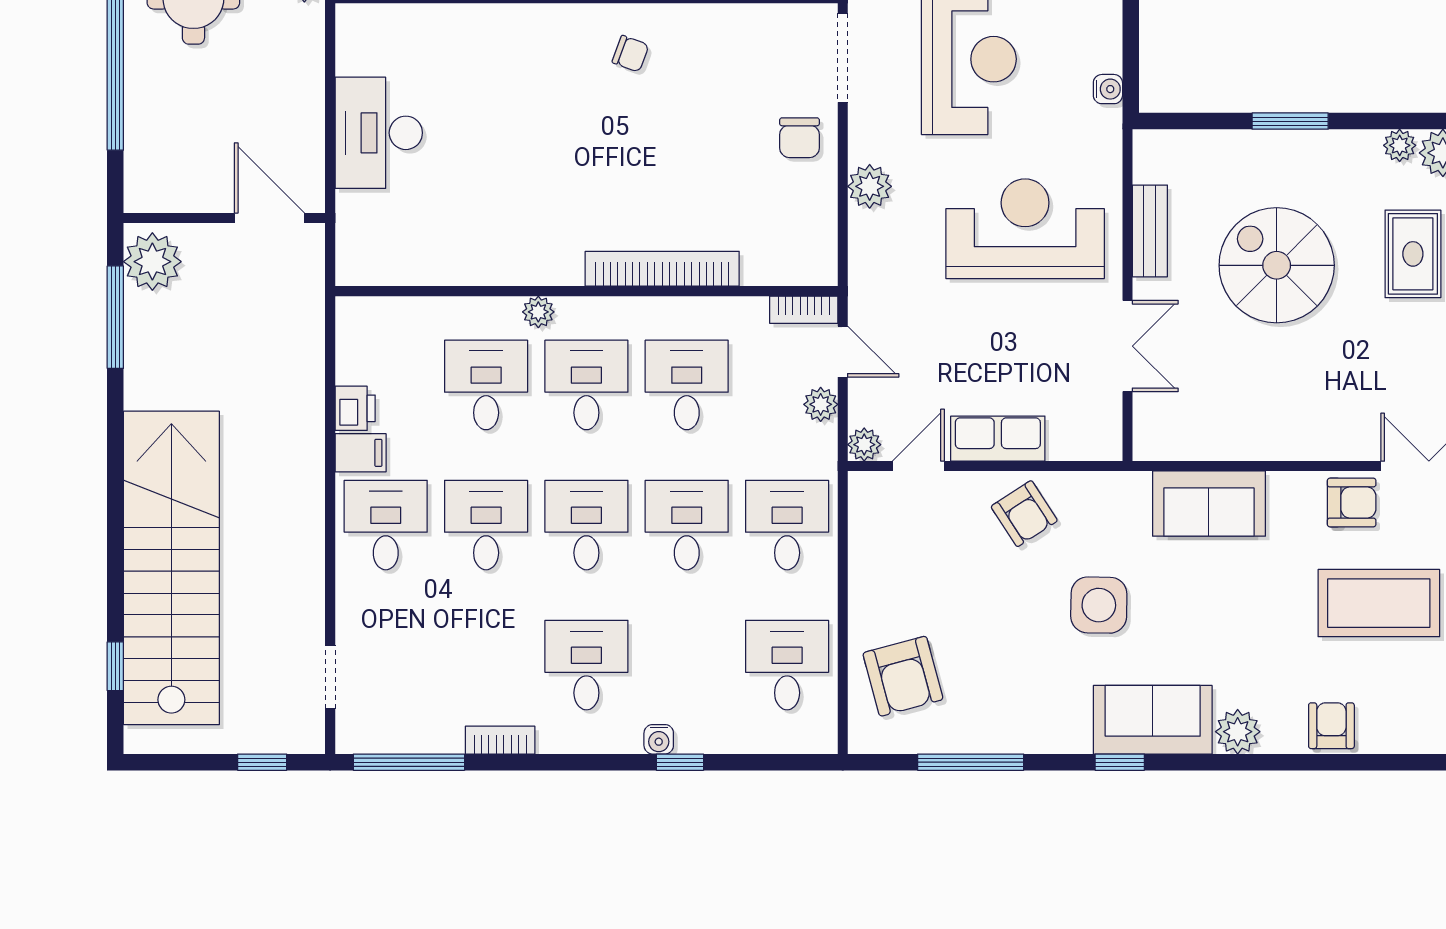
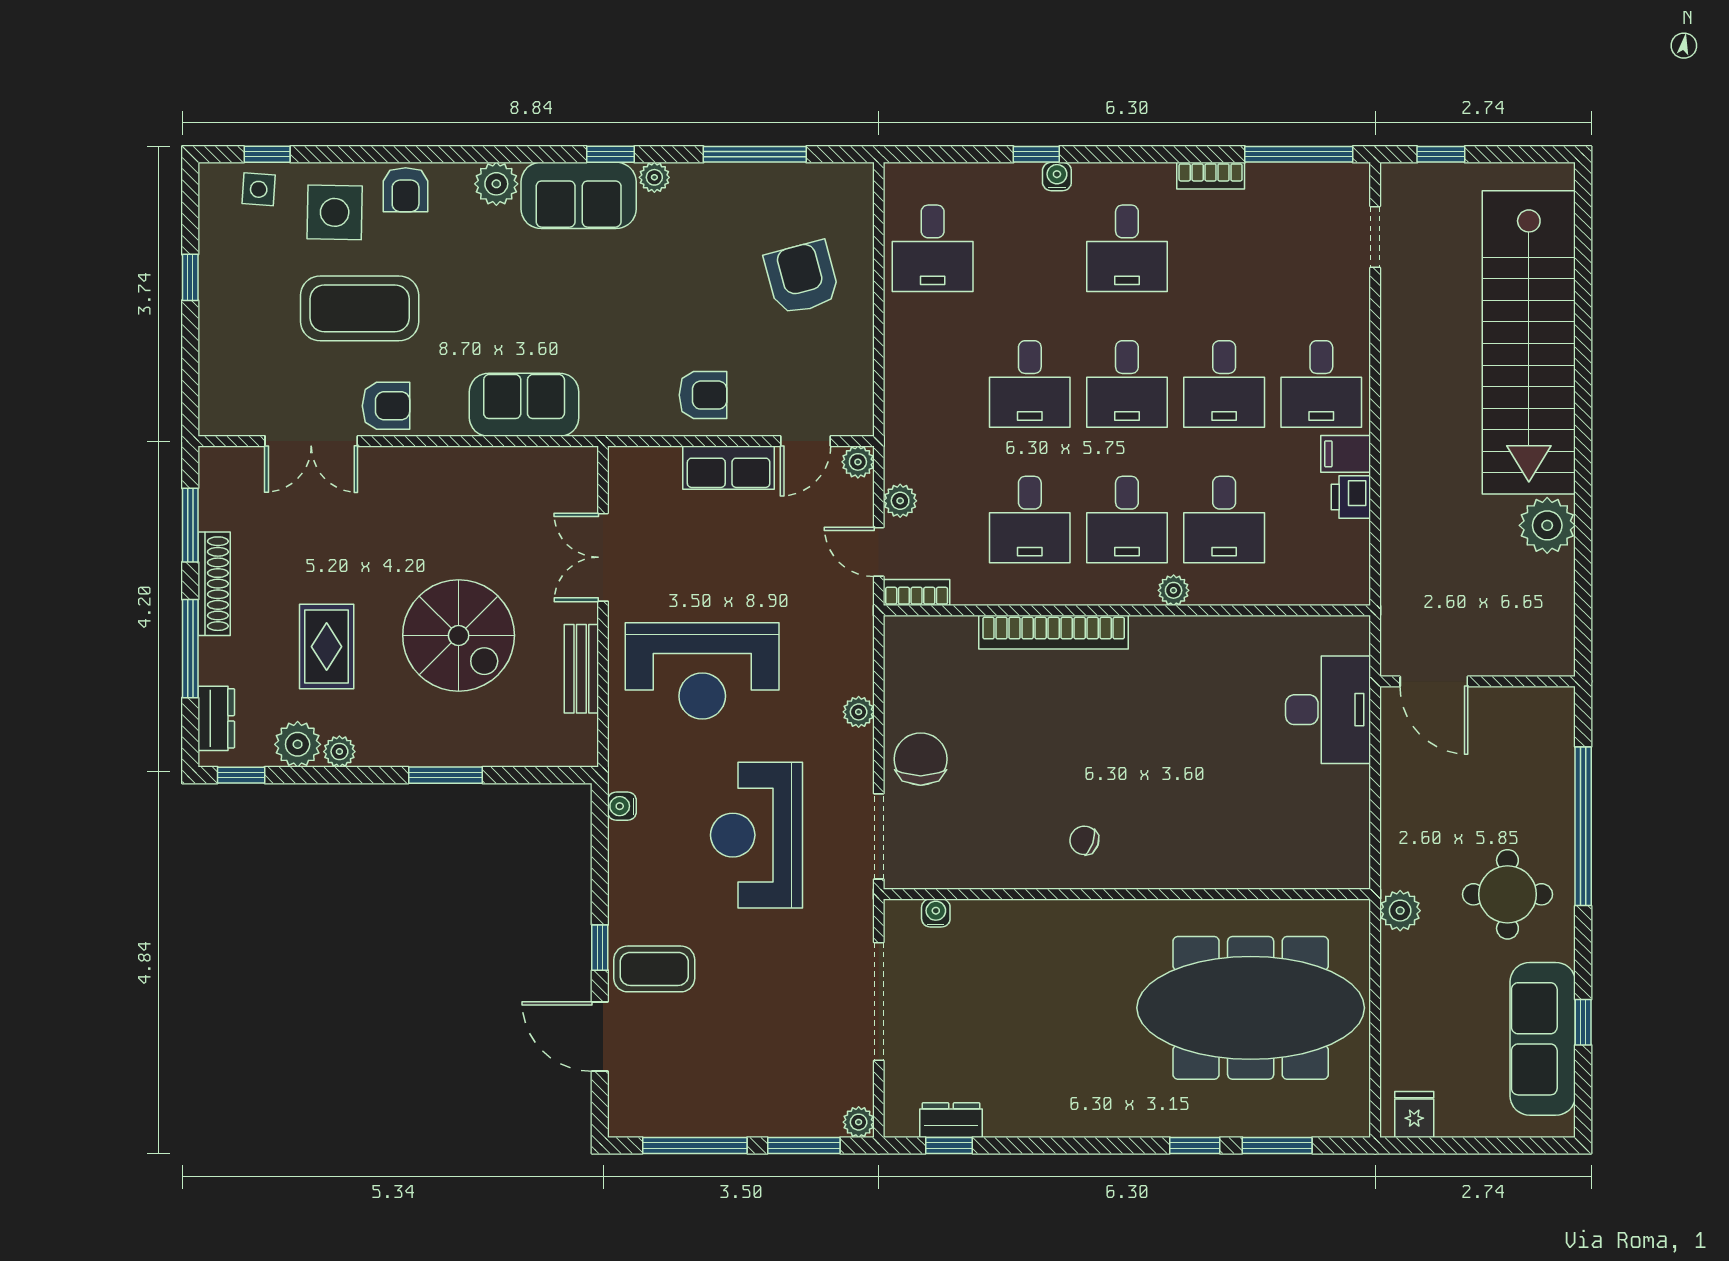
desk: (379, 133) -> (1328, 710), moved
chair: (799, 138) -> (921, 759), width x1.37, depth x1.37
plant: (870, 186) -> (859, 712), width x0.73, depth x0.73
plant: (152, 262) -> (1547, 525), moved
window: (115, 317) -> (1583, 585), removed
armchair: (1352, 503) -> (386, 406), turned 180
armchair: (1024, 514) -> (703, 395), turned 123
desk: (787, 525) -> (933, 384), removed
side table: (1099, 605) -> (335, 212), moved
window: (115, 666) -> (1583, 247), removed
armchair: (903, 676) -> (802, 278), moved
plant: (1074, 738) -> (654, 177), added

